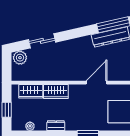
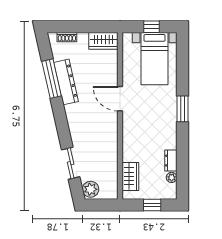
wardrobe: (56, 91) -> (131, 147), removed
dresser: (56, 126) -> (171, 161), moved

